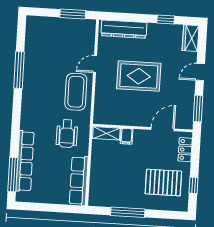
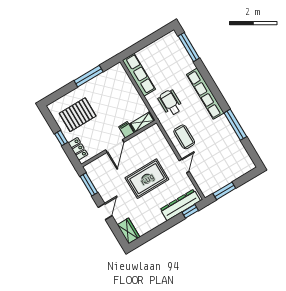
window: (166, 19) -> (190, 211), moved
coffee table: (76, 92) -> (184, 137), width x0.73, depth x0.76
door: (163, 129) -> (115, 146), moved
row of seats: (25, 161) -> (205, 94), moved
window: (194, 185) -> (61, 138), moved

